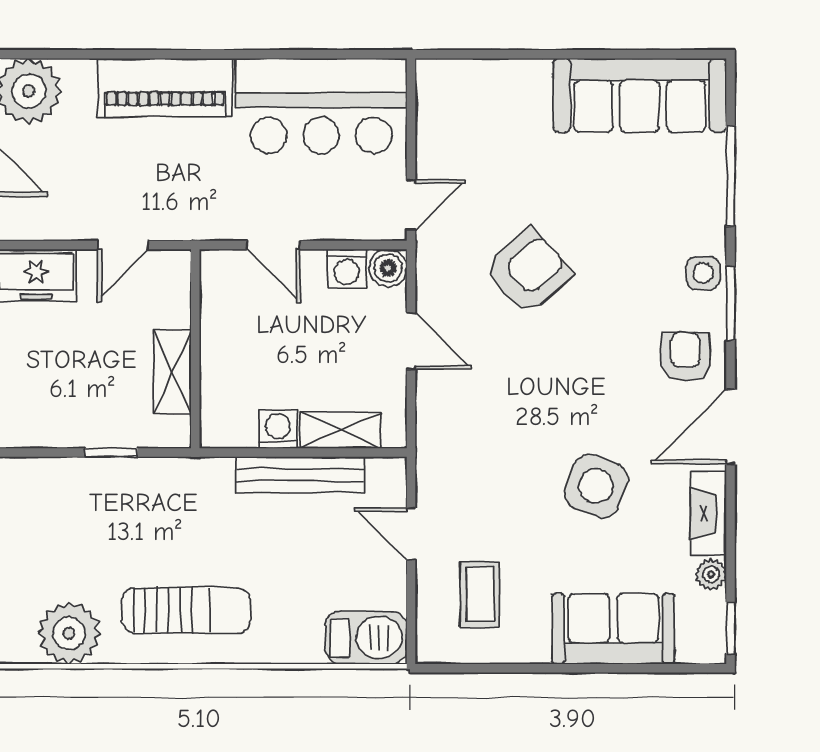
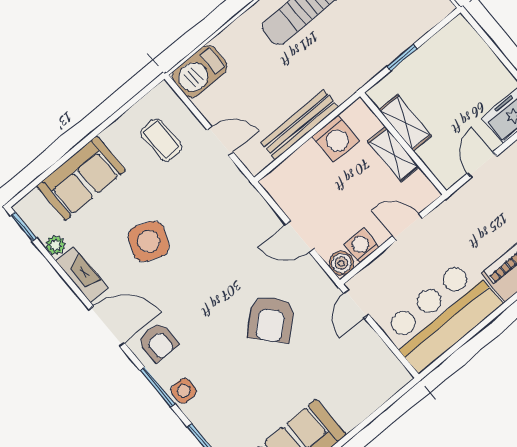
door: (731, 427) -> (107, 326), hinge flipped
washing machine: (278, 429) -> (336, 139), width x1.38, depth x1.38
shelving: (341, 430) -> (393, 154), moved, turned 90

